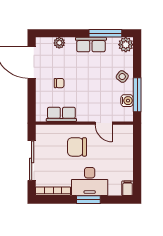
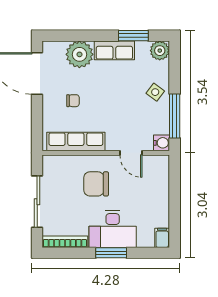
window: (105, 33) -> (133, 36), width x0.69
plant: (59, 43) -> (79, 54), width x1.87, depth x1.87
water cooler: (127, 101) -> (161, 143), moved
row of seats: (61, 114) -> (76, 141), width x1.48

